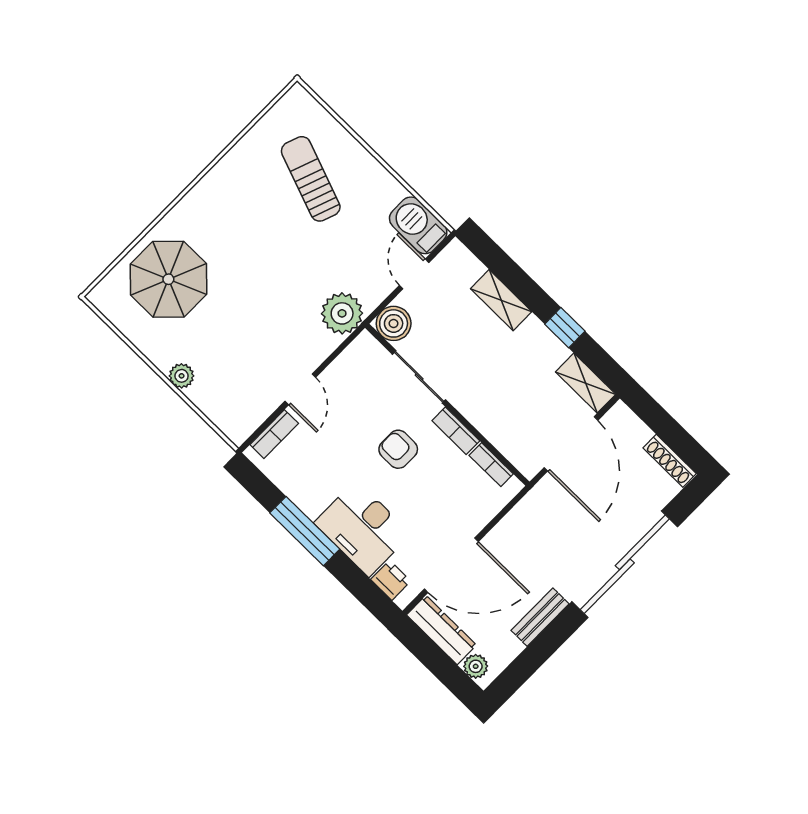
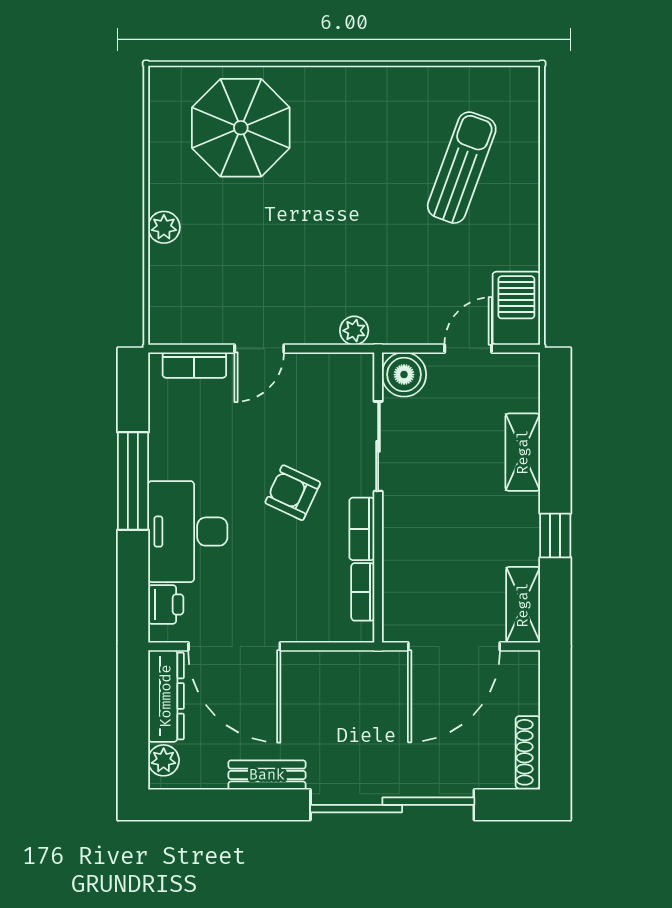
plant: (342, 313) -> (354, 331), width x0.53, depth x0.53
armchair: (398, 449) -> (293, 493), turned -65

